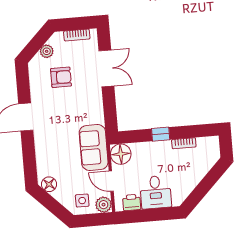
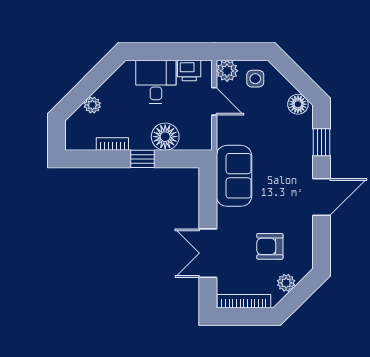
bookcase: (77, 35) -> (244, 301), width x1.56
sofa: (94, 148) -> (234, 176), moved
floor lamp: (121, 154) -> (165, 137), moved
window: (29, 158) -> (321, 142), added
plant: (201, 171) -> (92, 105), added

